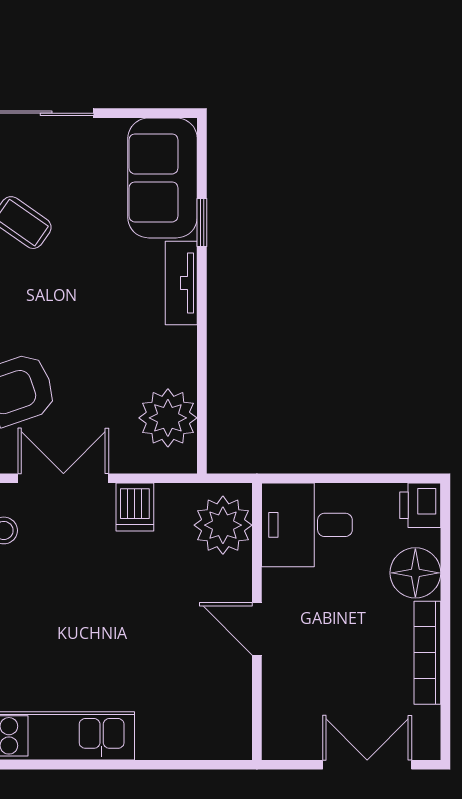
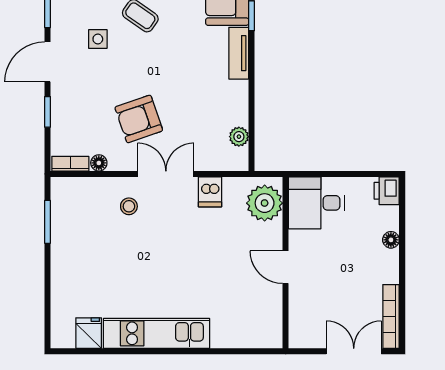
plant: (168, 418) -> (239, 137), width x0.53, depth x0.53
floor lamp: (415, 573) -> (391, 240), width x0.53, depth x0.53
bookcase: (427, 653) -> (391, 316), moved

